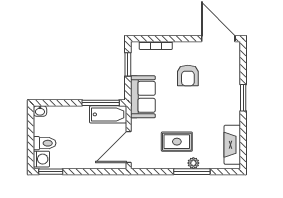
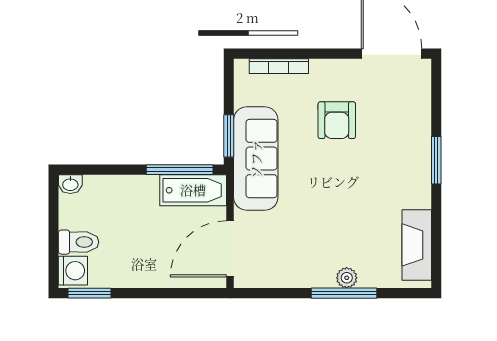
window: (128, 64) -> (229, 136), moved
sofa: (143, 97) -> (256, 159), width x1.36
rug: (177, 142) -> (317, 239), removed

